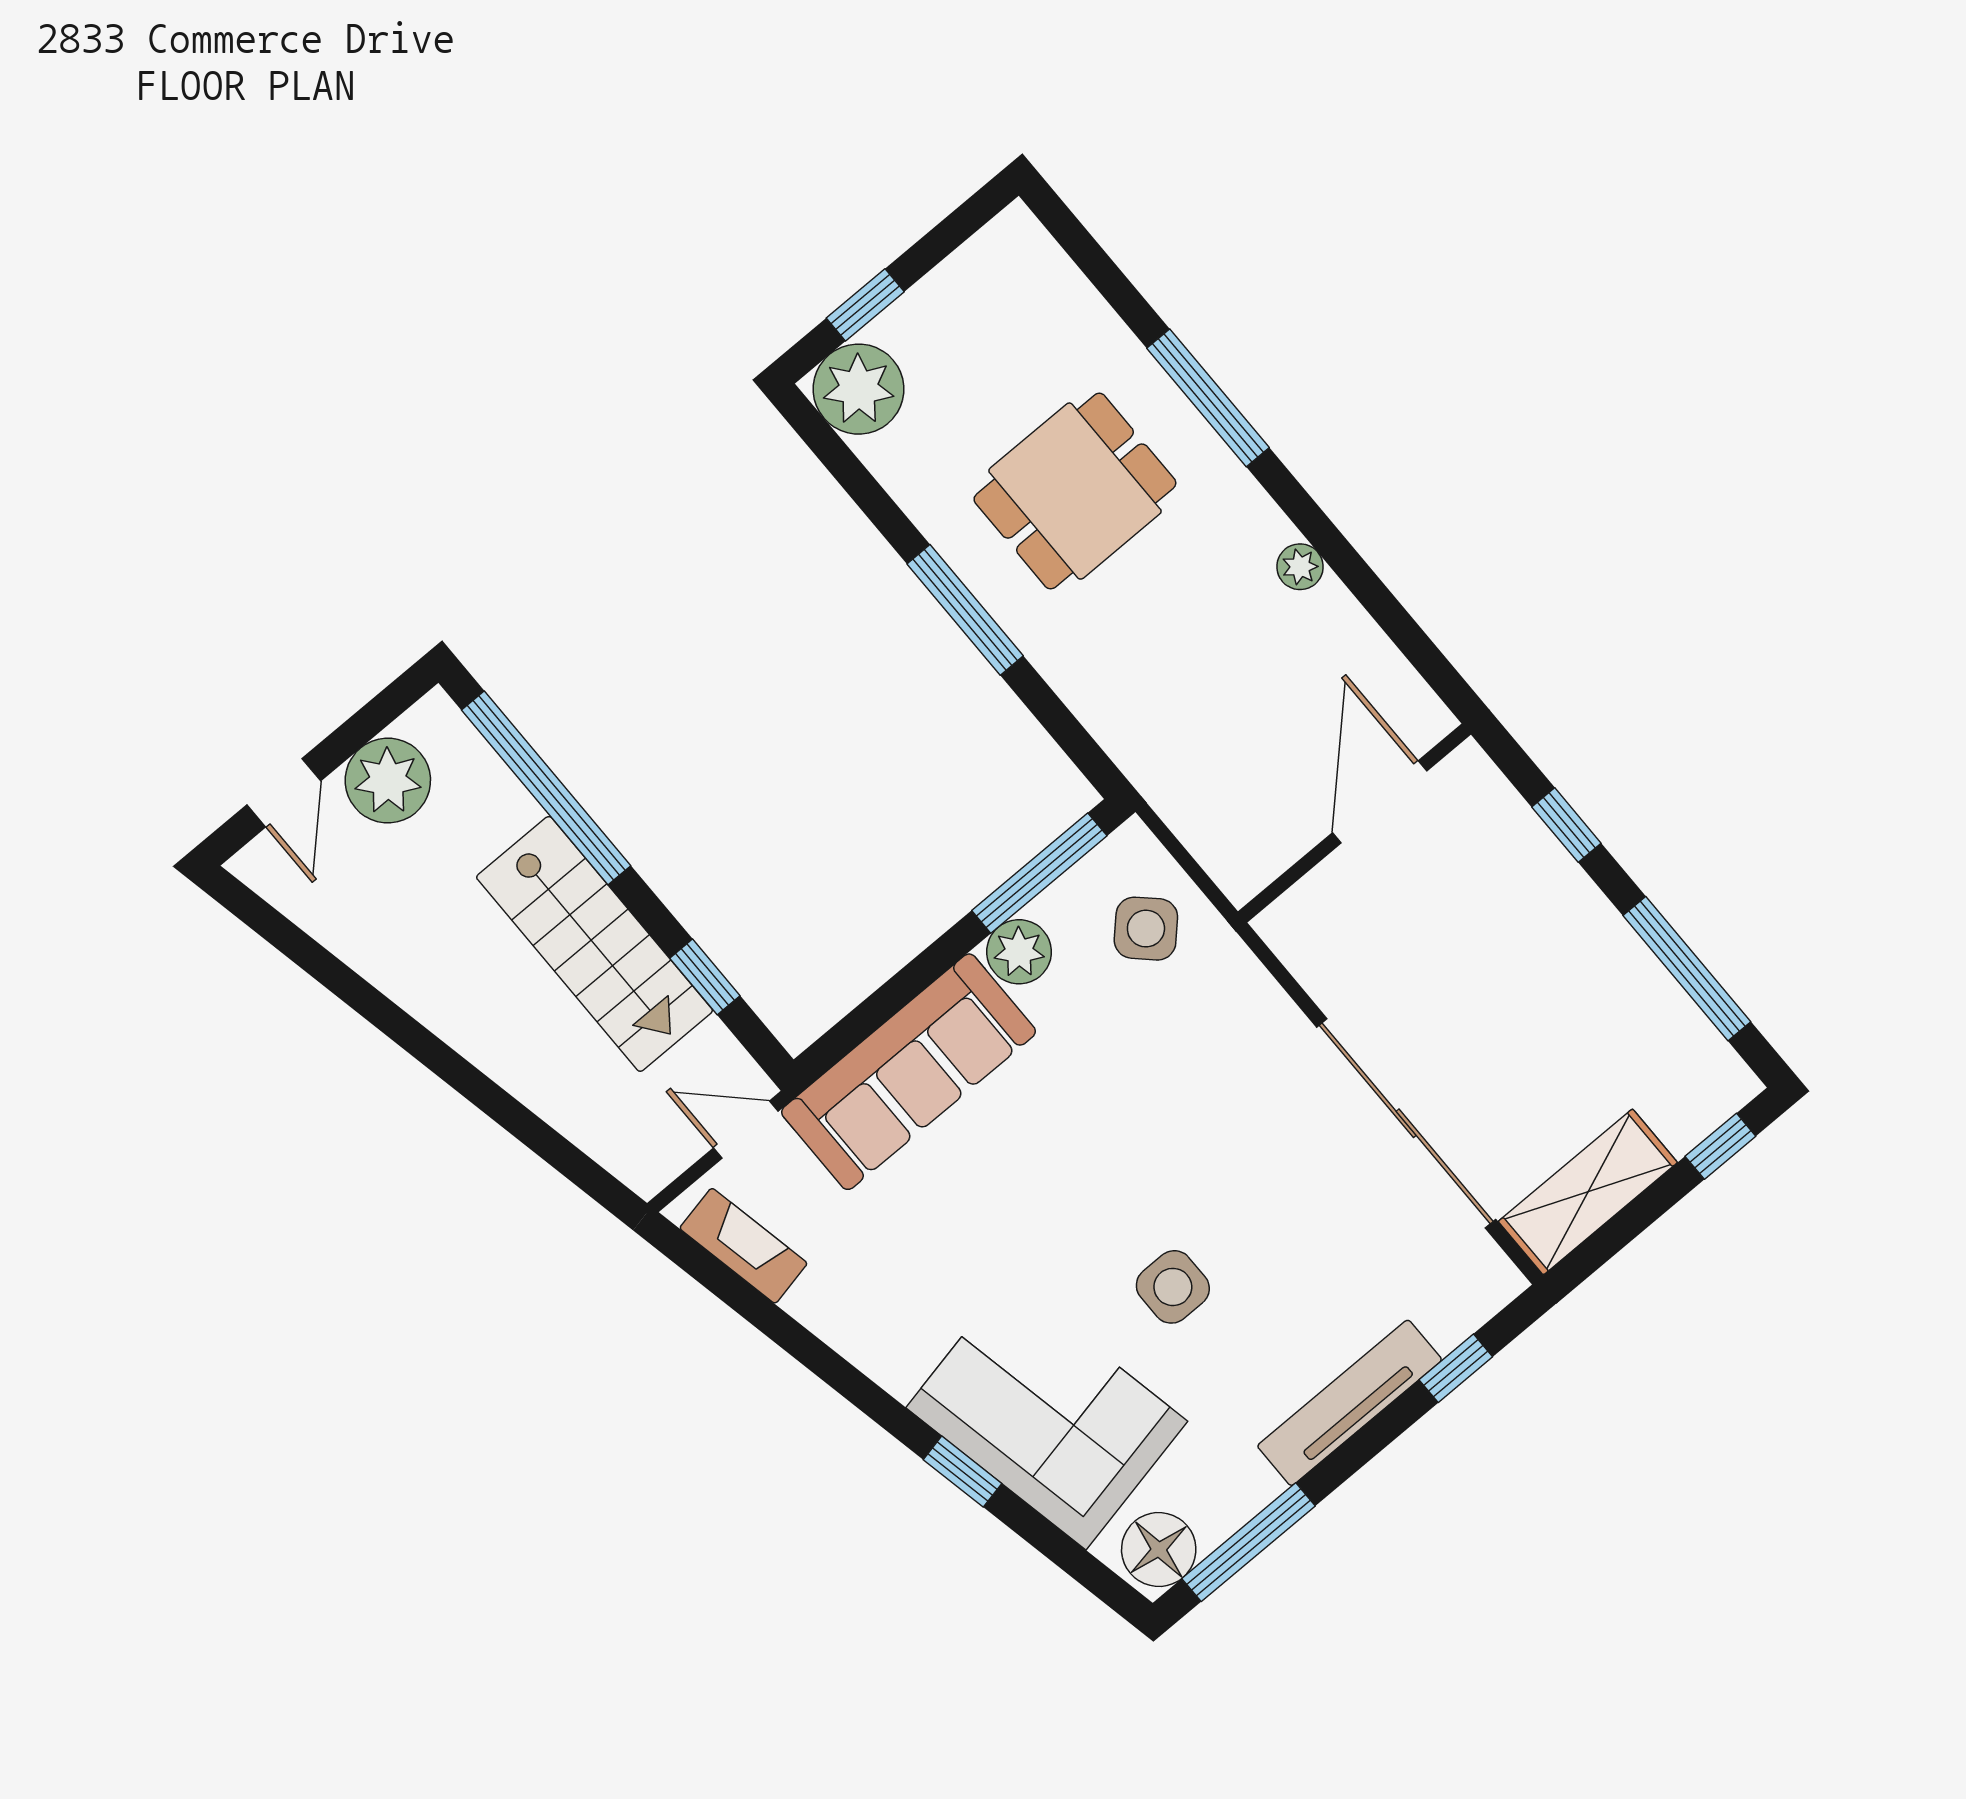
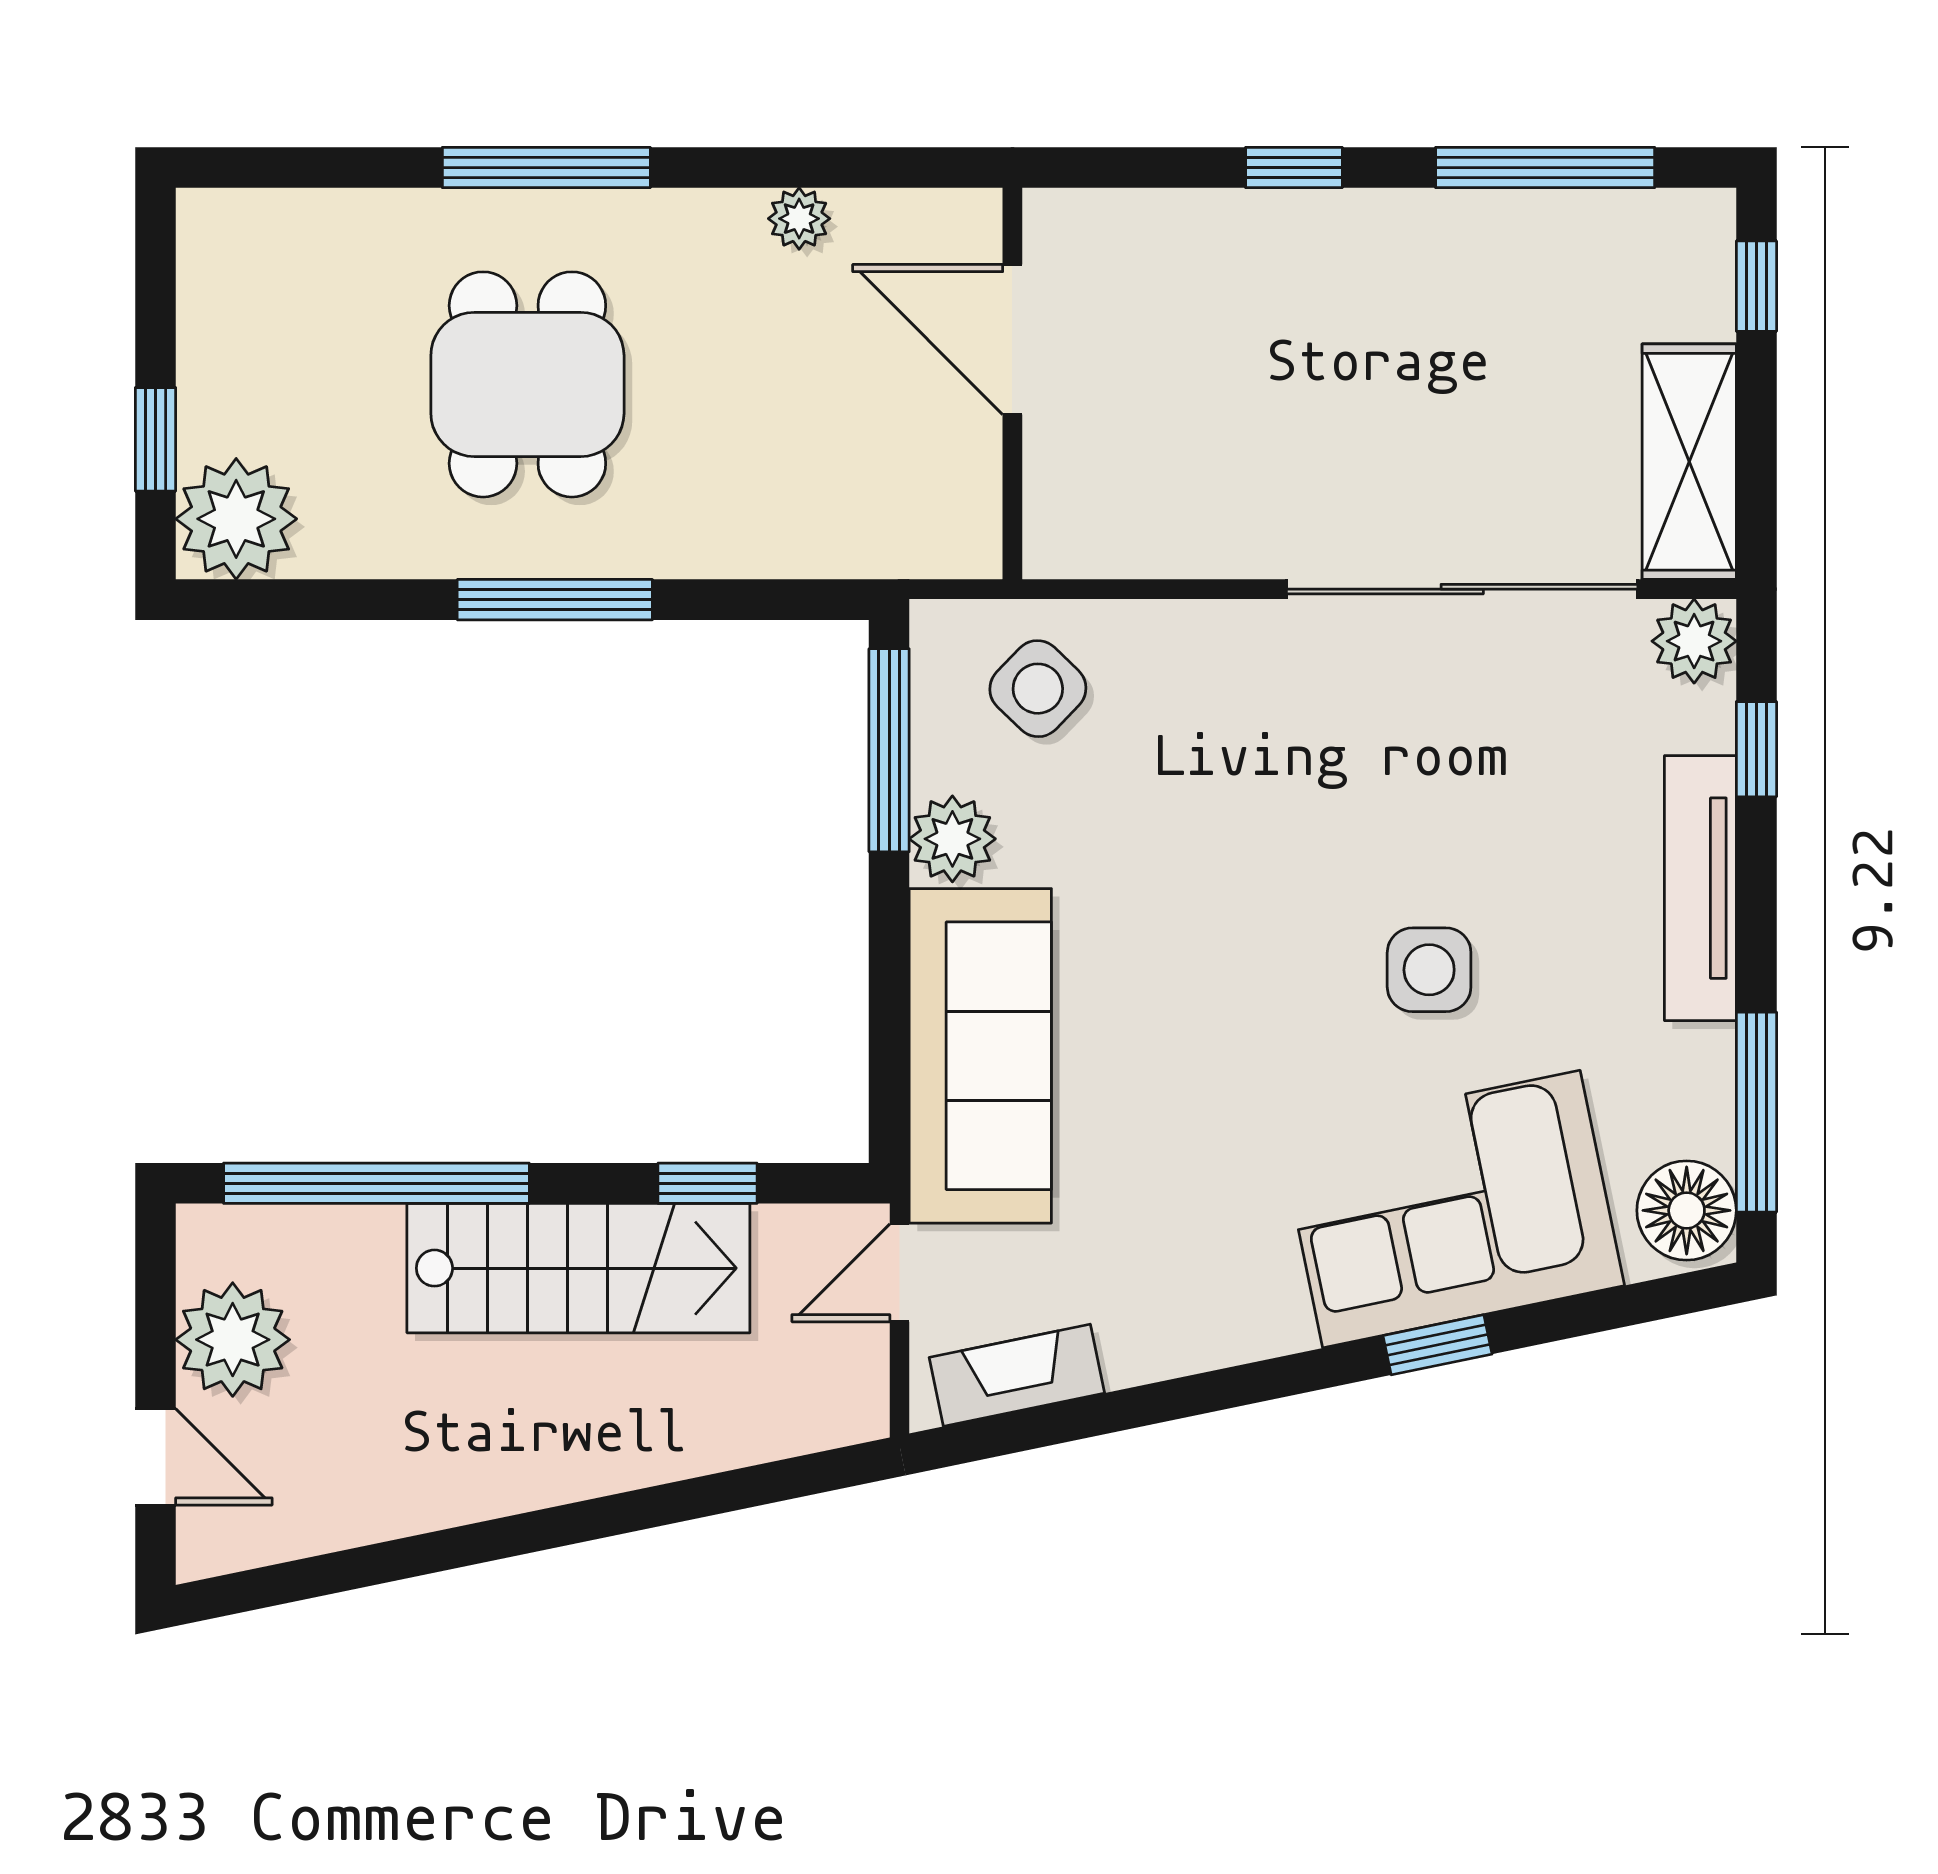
door: (1380, 802) -> (1012, 339), moved
wall: (1354, 823) -> (1012, 384), moved
plant: (1488, 1281) -> (1694, 641), added

